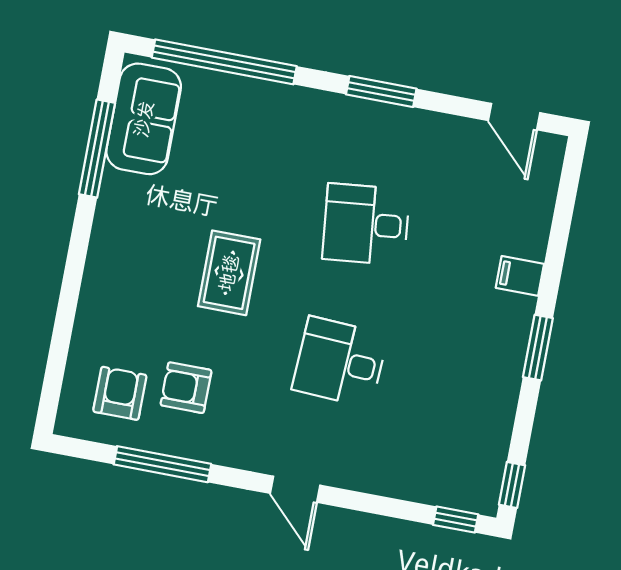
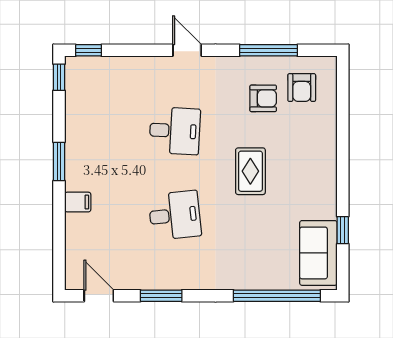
window: (381, 92) -> (161, 296), moved
window: (97, 149) -> (343, 230), width x0.46

